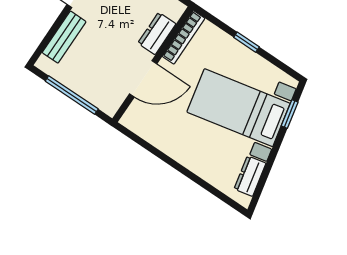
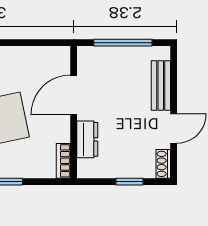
bookcase: (184, 37) -> (63, 161), width x0.64

